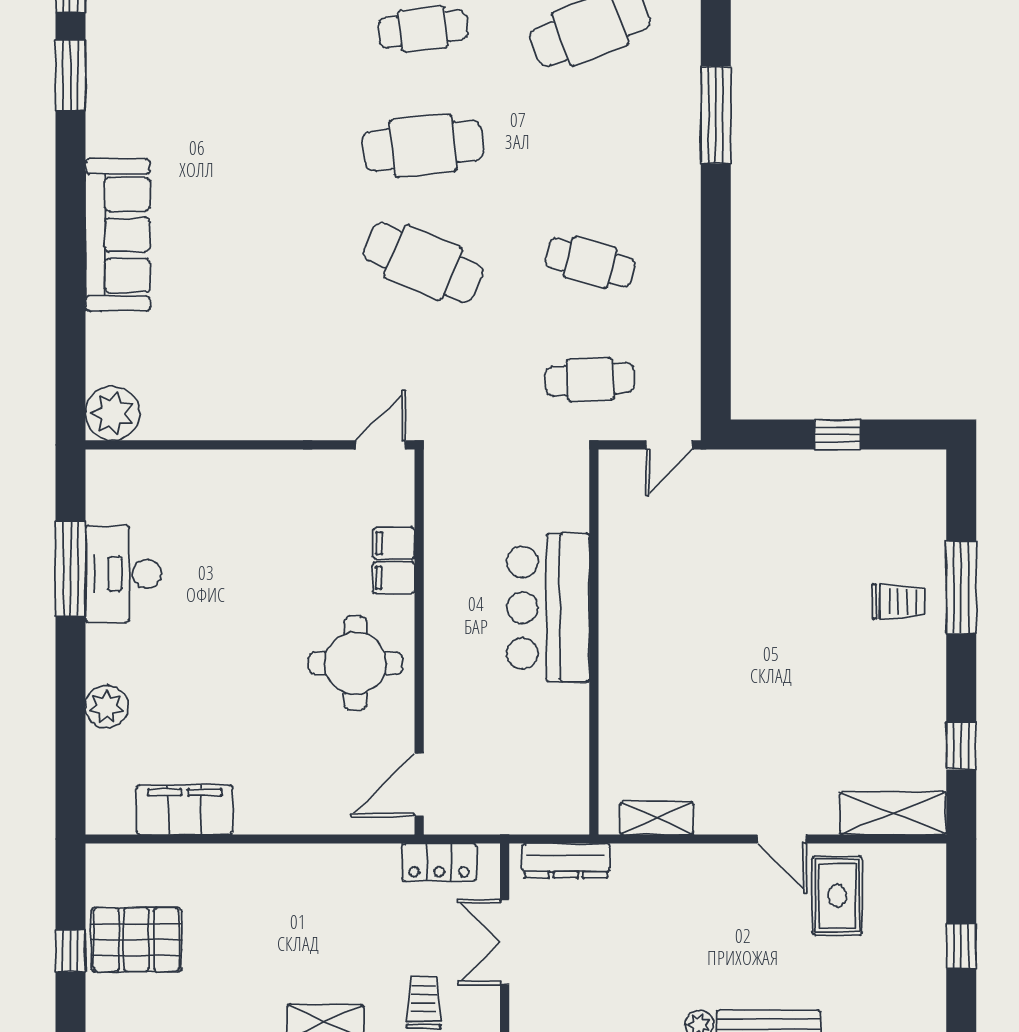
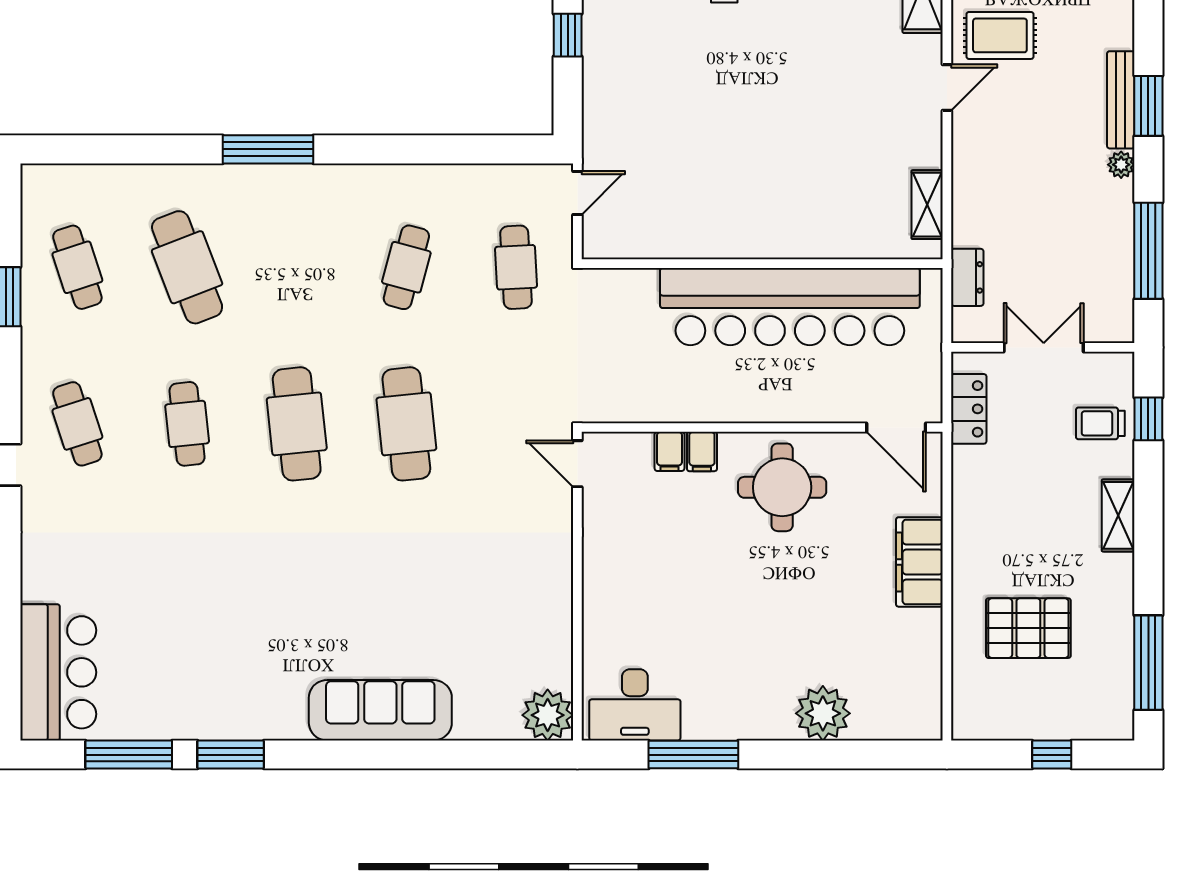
cafe table: (423, 263) -> (406, 424), turned -30
door: (669, 445) -> (577, 193), hinge flipped
desk: (123, 574) -> (635, 705), moved
bar counter: (548, 608) -> (790, 307), width x1.86
plant: (107, 707) -> (823, 713), width x1.36, depth x1.36
filing cabinet: (185, 810) -> (919, 562), moved
dresser: (566, 861) -> (967, 277), width x0.70
pallet: (136, 940) -> (1028, 628), moved, turned 90
double door: (505, 942) -> (1044, 347), swing flipped

